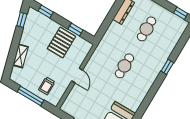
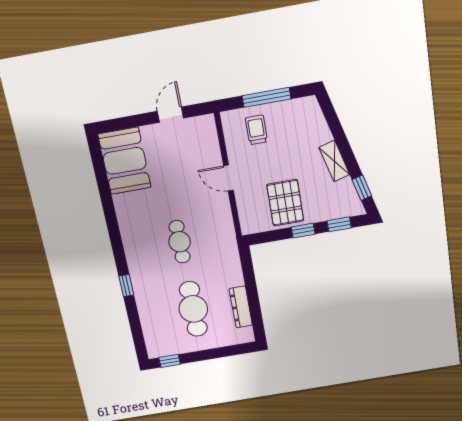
window: (75, 29) -> (303, 231), moved
cafe table: (147, 29) -> (193, 309), width x1.37, depth x1.35
shelving: (20, 56) -> (334, 161), moved

